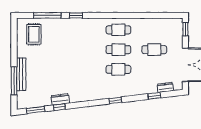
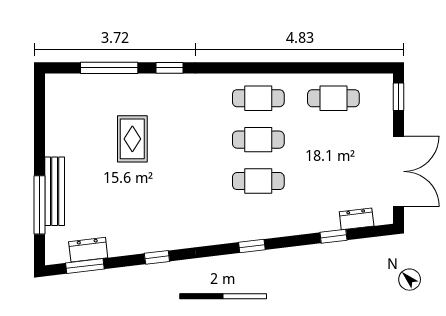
rug: (34, 34) -> (132, 139), moved
cafe table: (154, 50) -> (333, 98), moved
dresser: (60, 99) -> (88, 250), moved
window: (59, 107) -> (157, 257), moved

